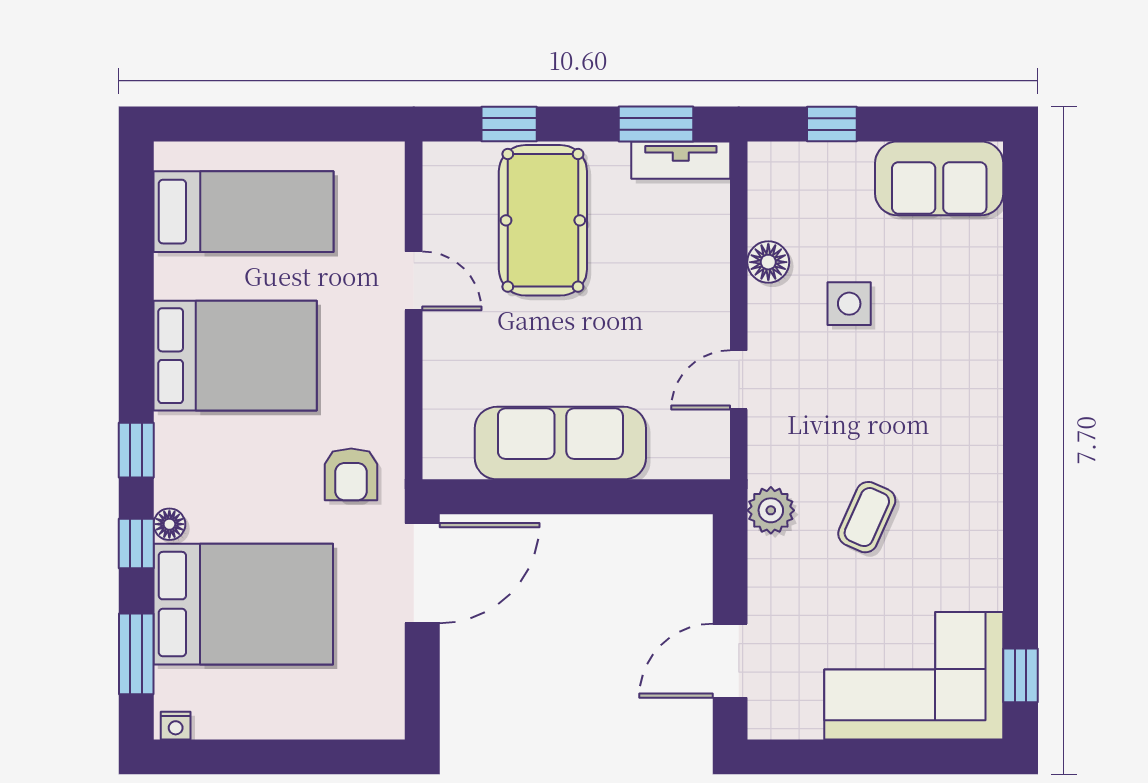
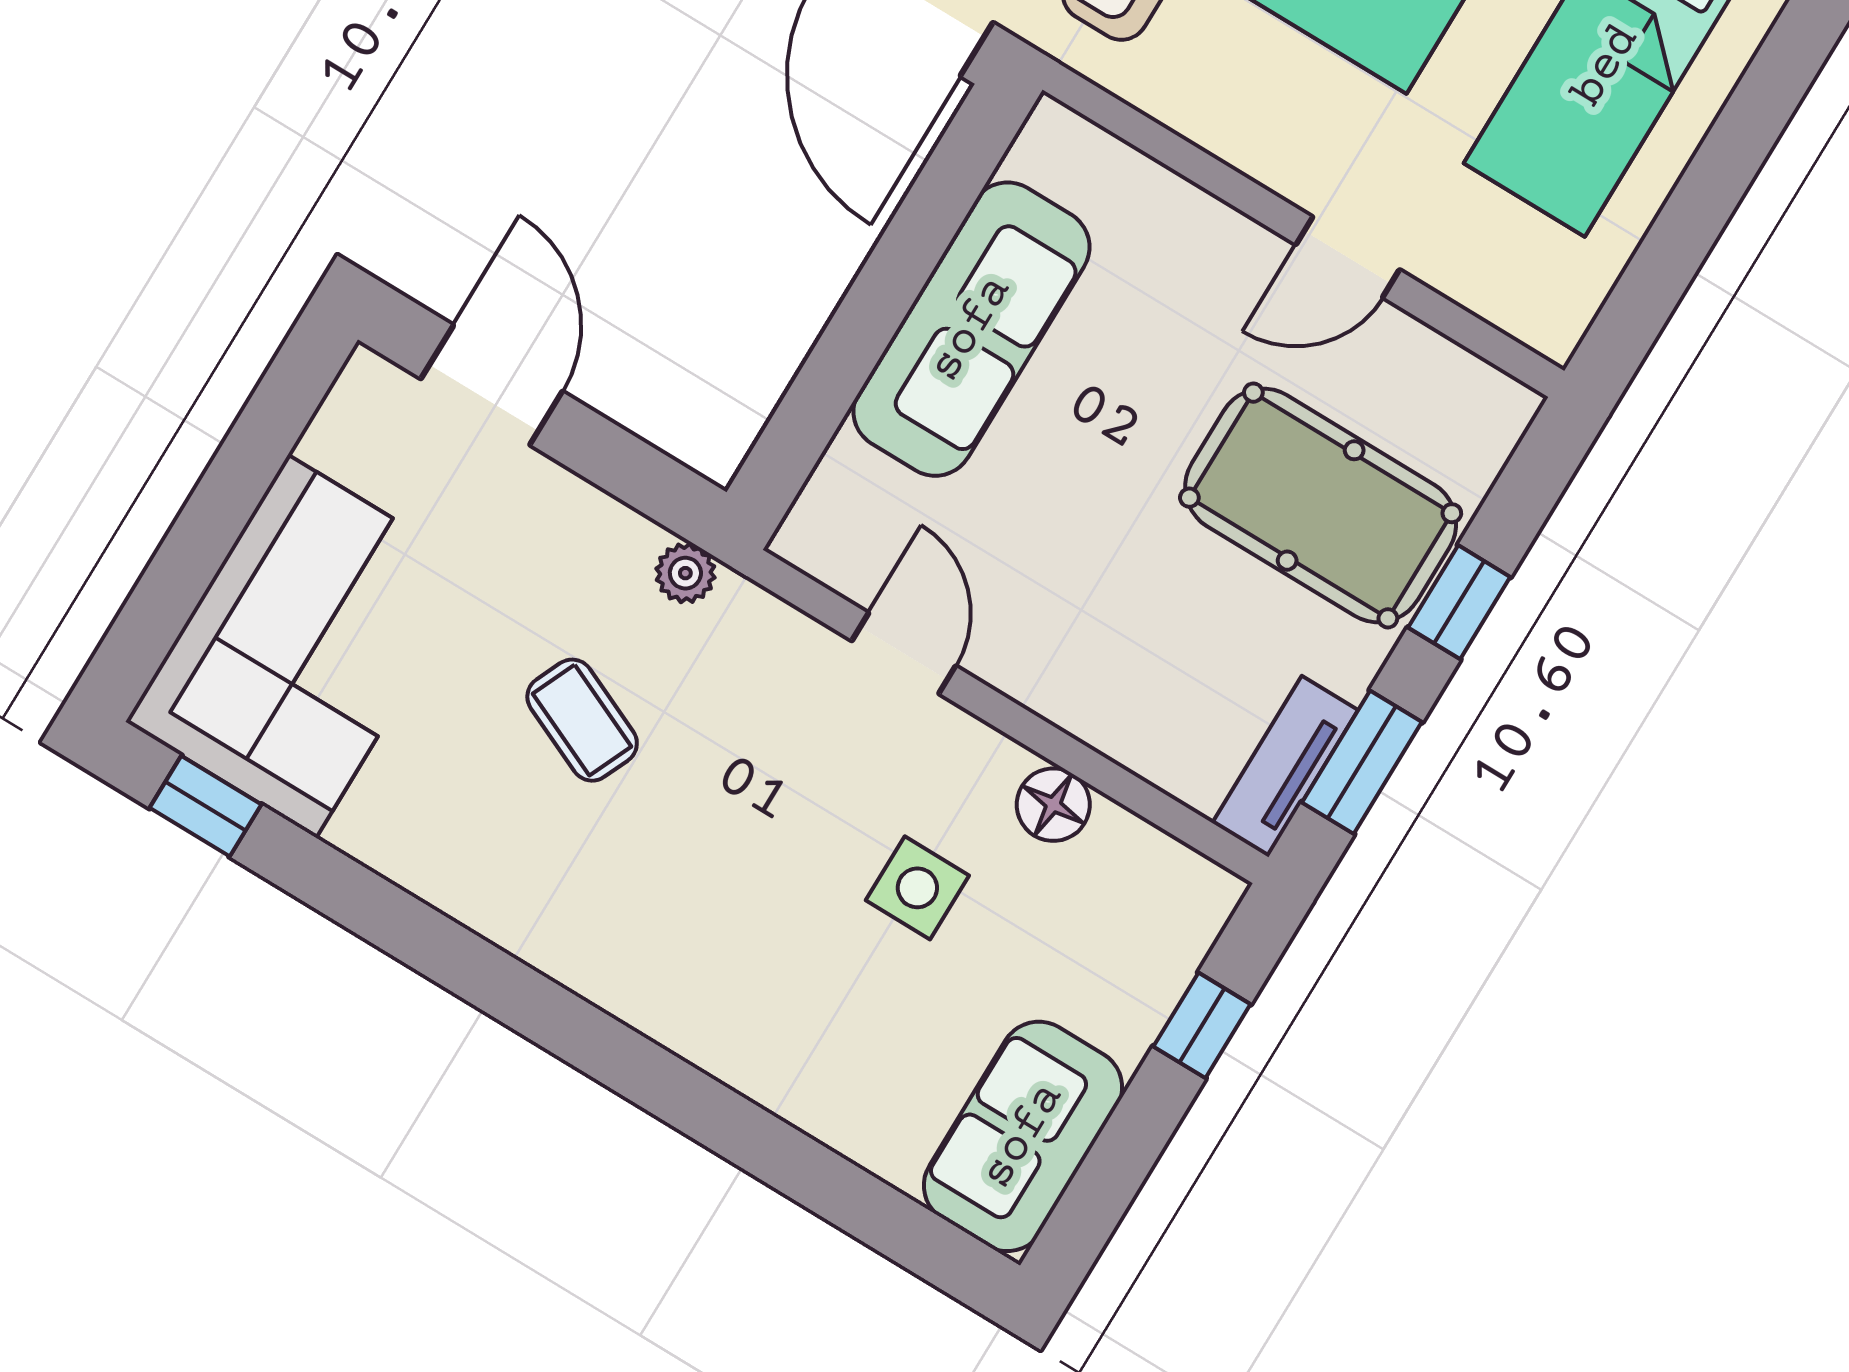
window: (509, 124) -> (1459, 602), moved
plant: (771, 510) -> (685, 573), width x0.73, depth x0.73

